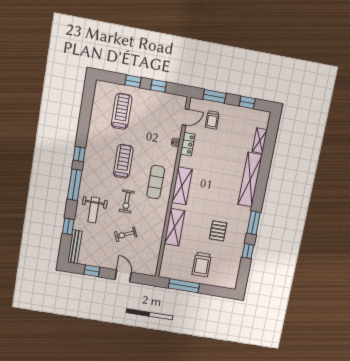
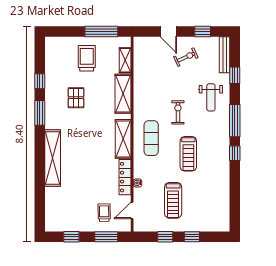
treadmill: (122, 111) -> (173, 200), moved
shelving: (260, 141) -> (125, 60), moved
locker: (188, 144) -> (125, 177), width x1.53
weight bench: (94, 210) -> (211, 97), turned 180
exercise bike: (126, 234) -> (186, 57), moved

